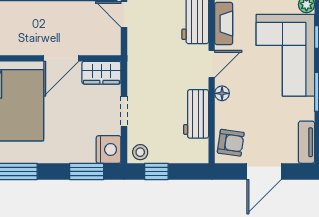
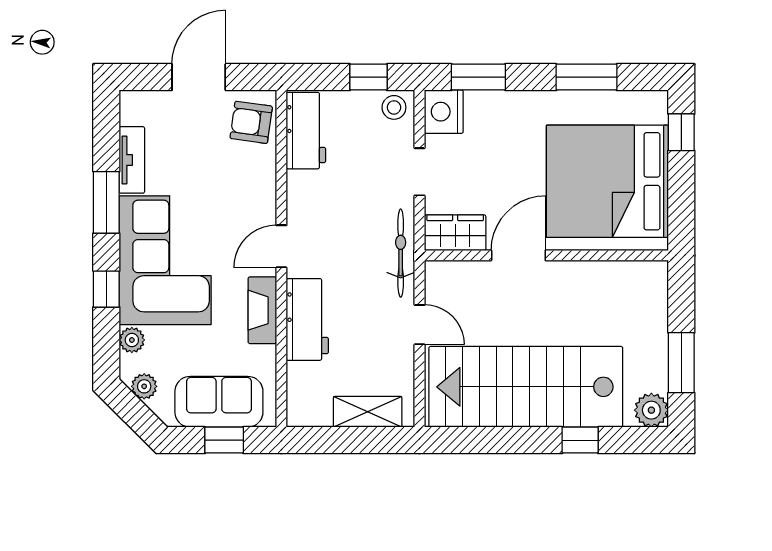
bicycle: (136, 60) -> (401, 253), added
floor lamp: (222, 93) -> (265, 200), removed
workbench: (196, 114) -> (306, 131), moved
tv unit: (306, 142) -> (132, 160), moved

